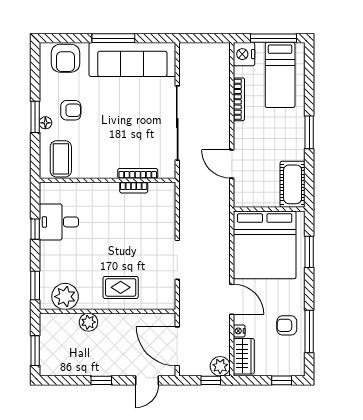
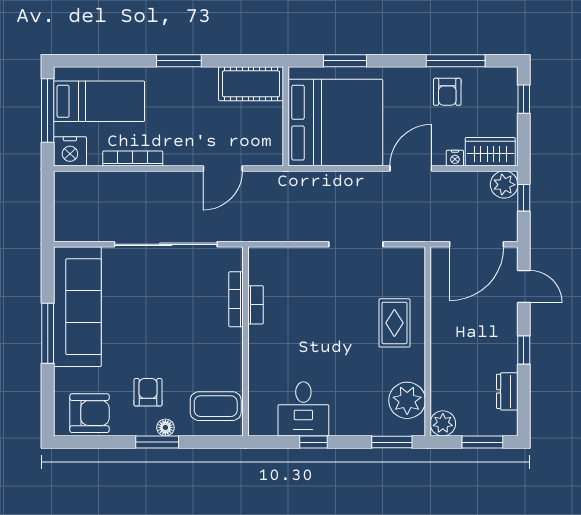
armchair: (66, 58) -> (90, 413), moved
plant: (88, 322) -> (443, 423), moved
dresser: (71, 369) -> (507, 391), added

